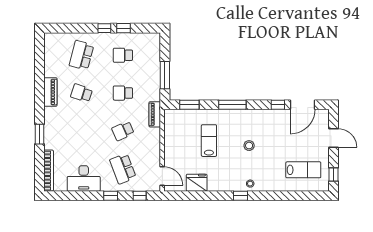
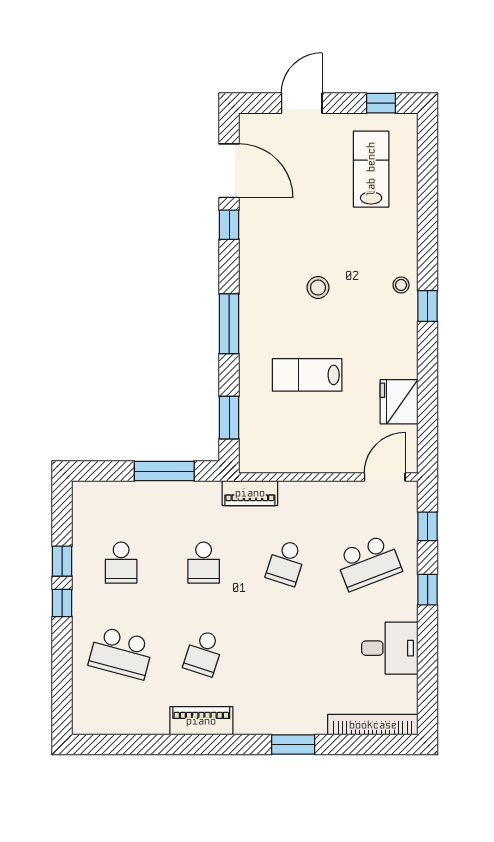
school desk: (123, 131) -> (286, 563), turned 42
desk: (84, 178) -> (390, 648), width x0.73

